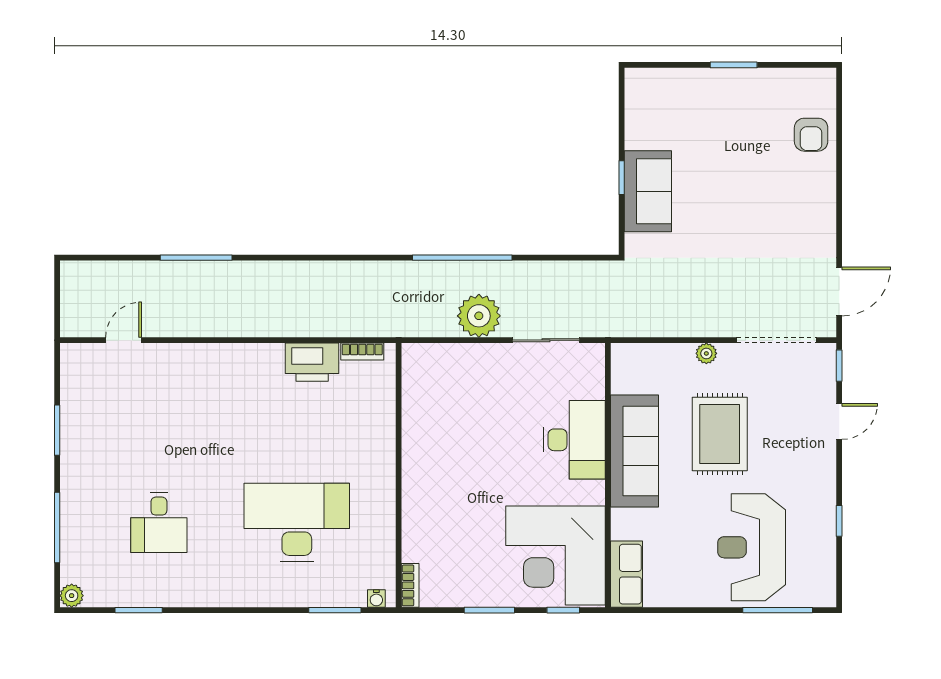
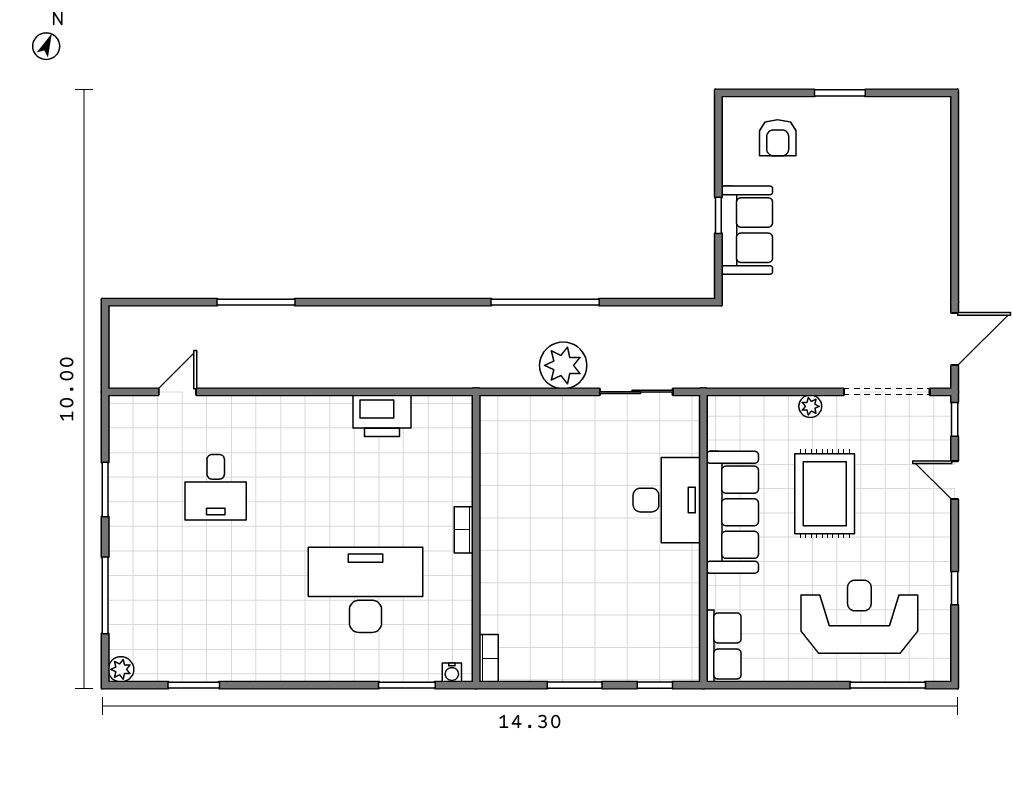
armchair: (811, 135) -> (778, 138), moved
bookcase: (362, 352) -> (464, 530), moved, turned 90
door: (839, 421) -> (955, 480), swing flipped
desk: (159, 522) -> (216, 487), moved
reception desk: (752, 547) -> (859, 617), turned 90
corner desk: (556, 556) -> (646, 626), removed

